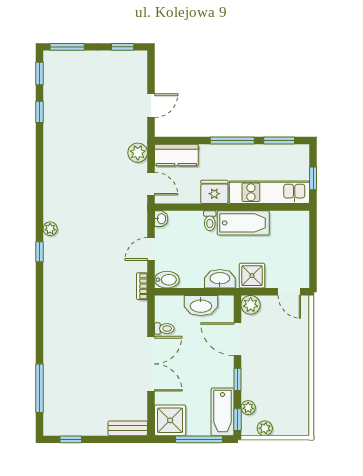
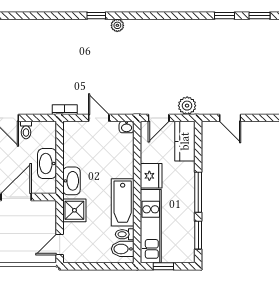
toilet: (210, 221) -> (125, 234), moved
bidet: (167, 280) -> (123, 249), moved, turned 90
plant: (251, 305) -> (48, 209), removed

